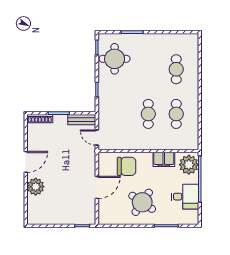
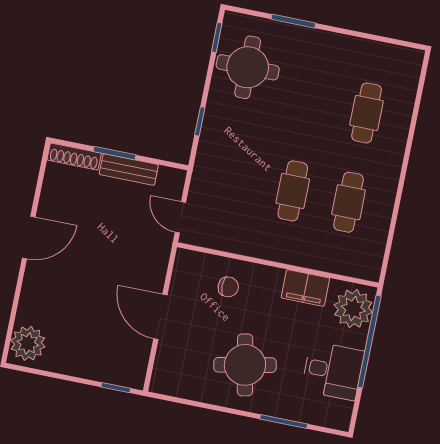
bench: (82, 120) -> (129, 169), moved
chair: (127, 166) -> (228, 287), width x0.54, depth x0.54
plant: (36, 187) -> (28, 343), moved
door: (97, 187) -> (160, 317), swing flipped
round table: (142, 202) -> (245, 365), turned 45

